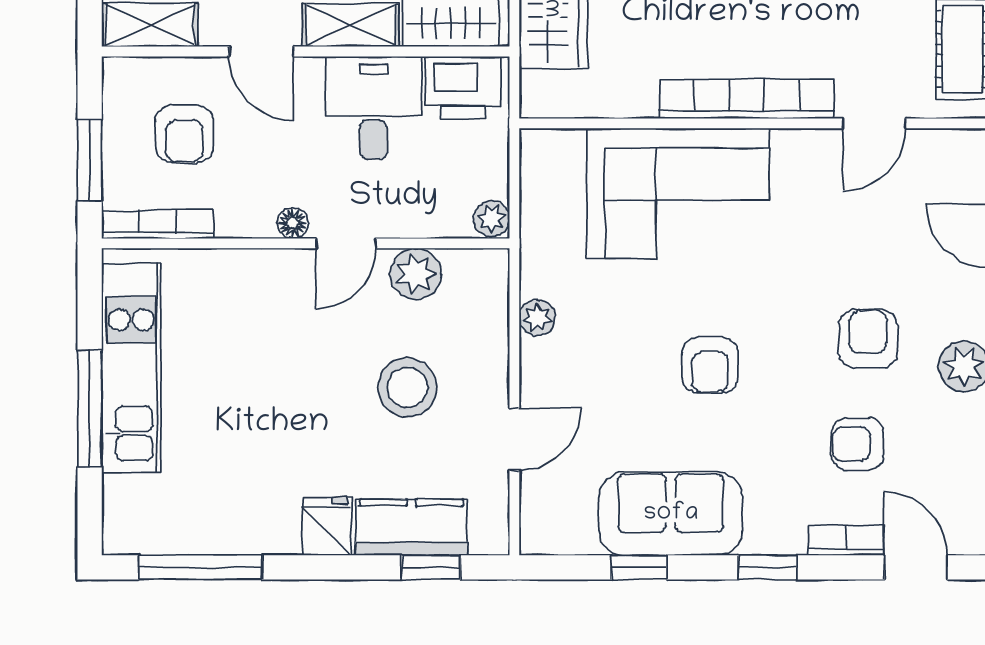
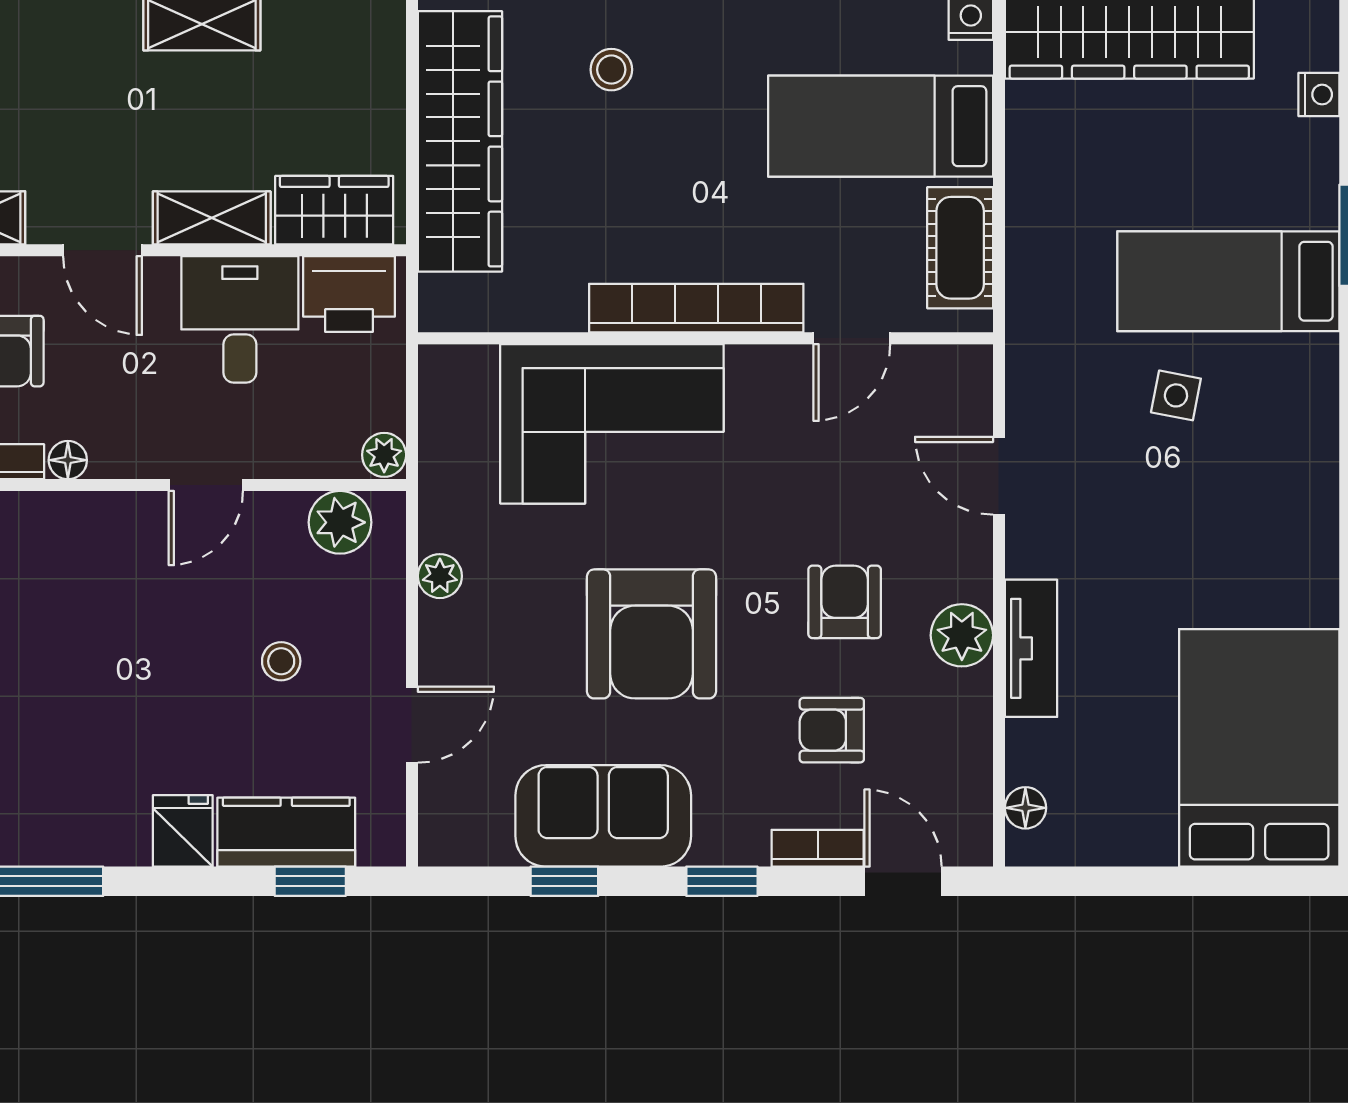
floor lamp: (293, 223) -> (68, 460), moved
plant: (416, 274) -> (340, 522), moved
armchair: (710, 365) -> (651, 634), width x1.88, depth x1.88
stool: (407, 387) -> (281, 661), width x0.53, depth x0.53

